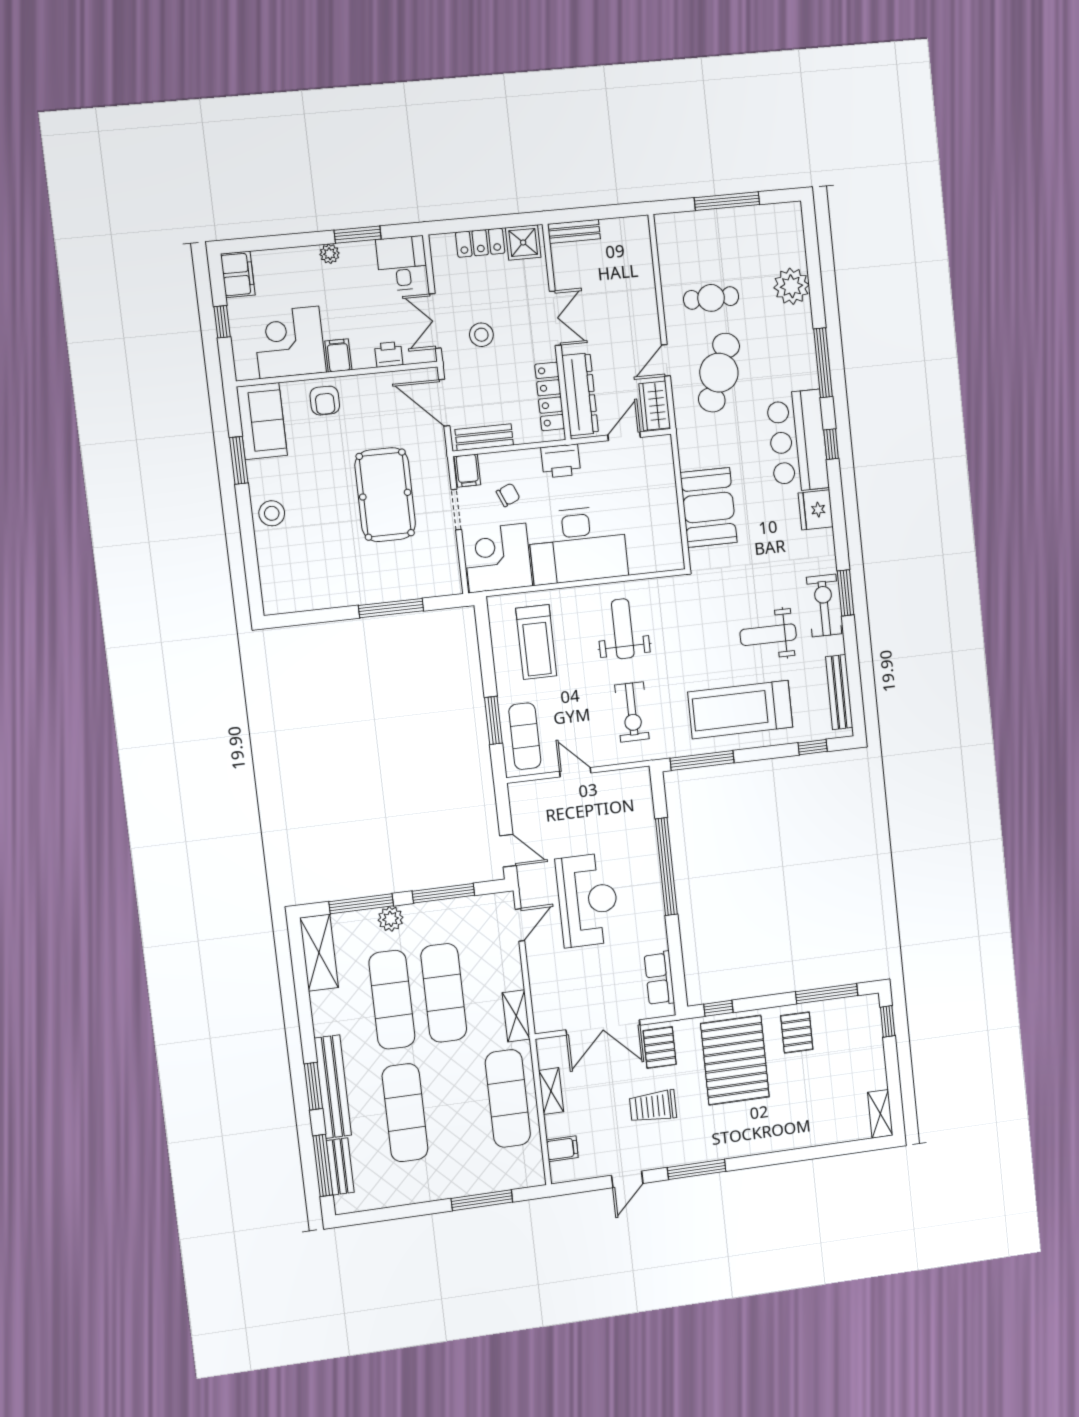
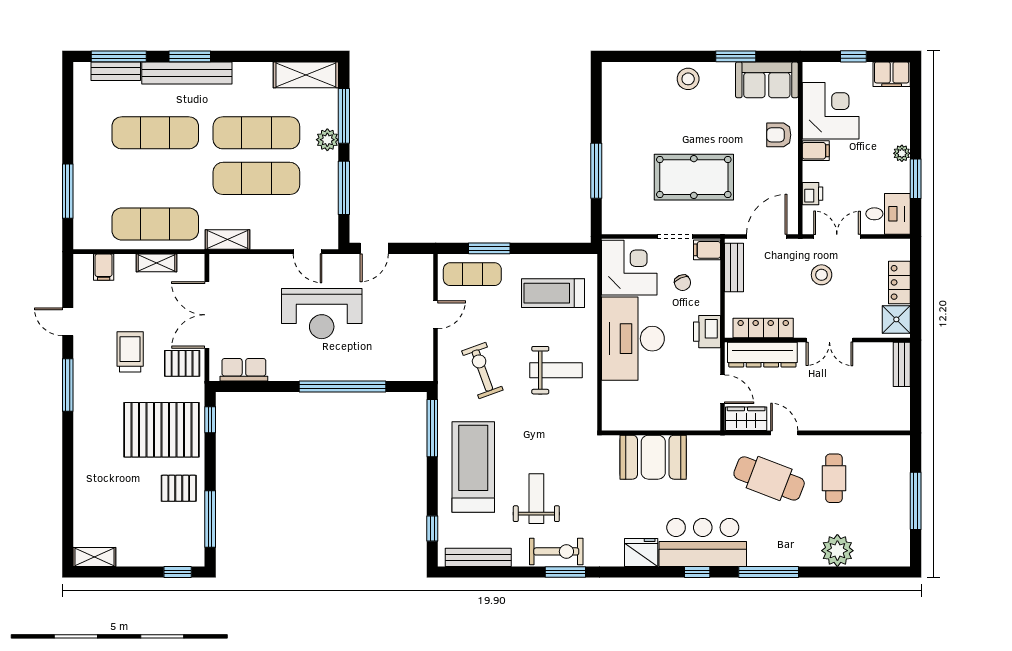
exercise bike: (632, 712) -> (482, 370), turned 70

